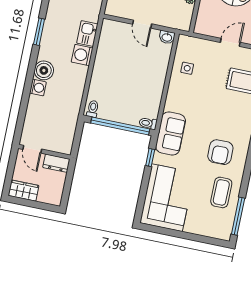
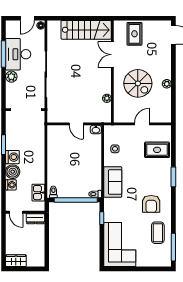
kitchen sink: (87, 33) -> (38, 193), moved
washing machine: (82, 55) -> (12, 157), moved, turned 180
sofa: (171, 134) -> (113, 182), moved
door: (32, 149) -> (16, 212), moved
wall: (44, 152) -> (25, 212), moved
dresser: (56, 163) -> (35, 219), moved

